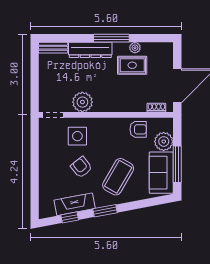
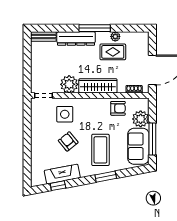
wardrobe: (115, 104) -> (98, 86), added
coffee table: (118, 177) -> (100, 150), turned -30
window: (105, 211) -> (106, 177), moved

